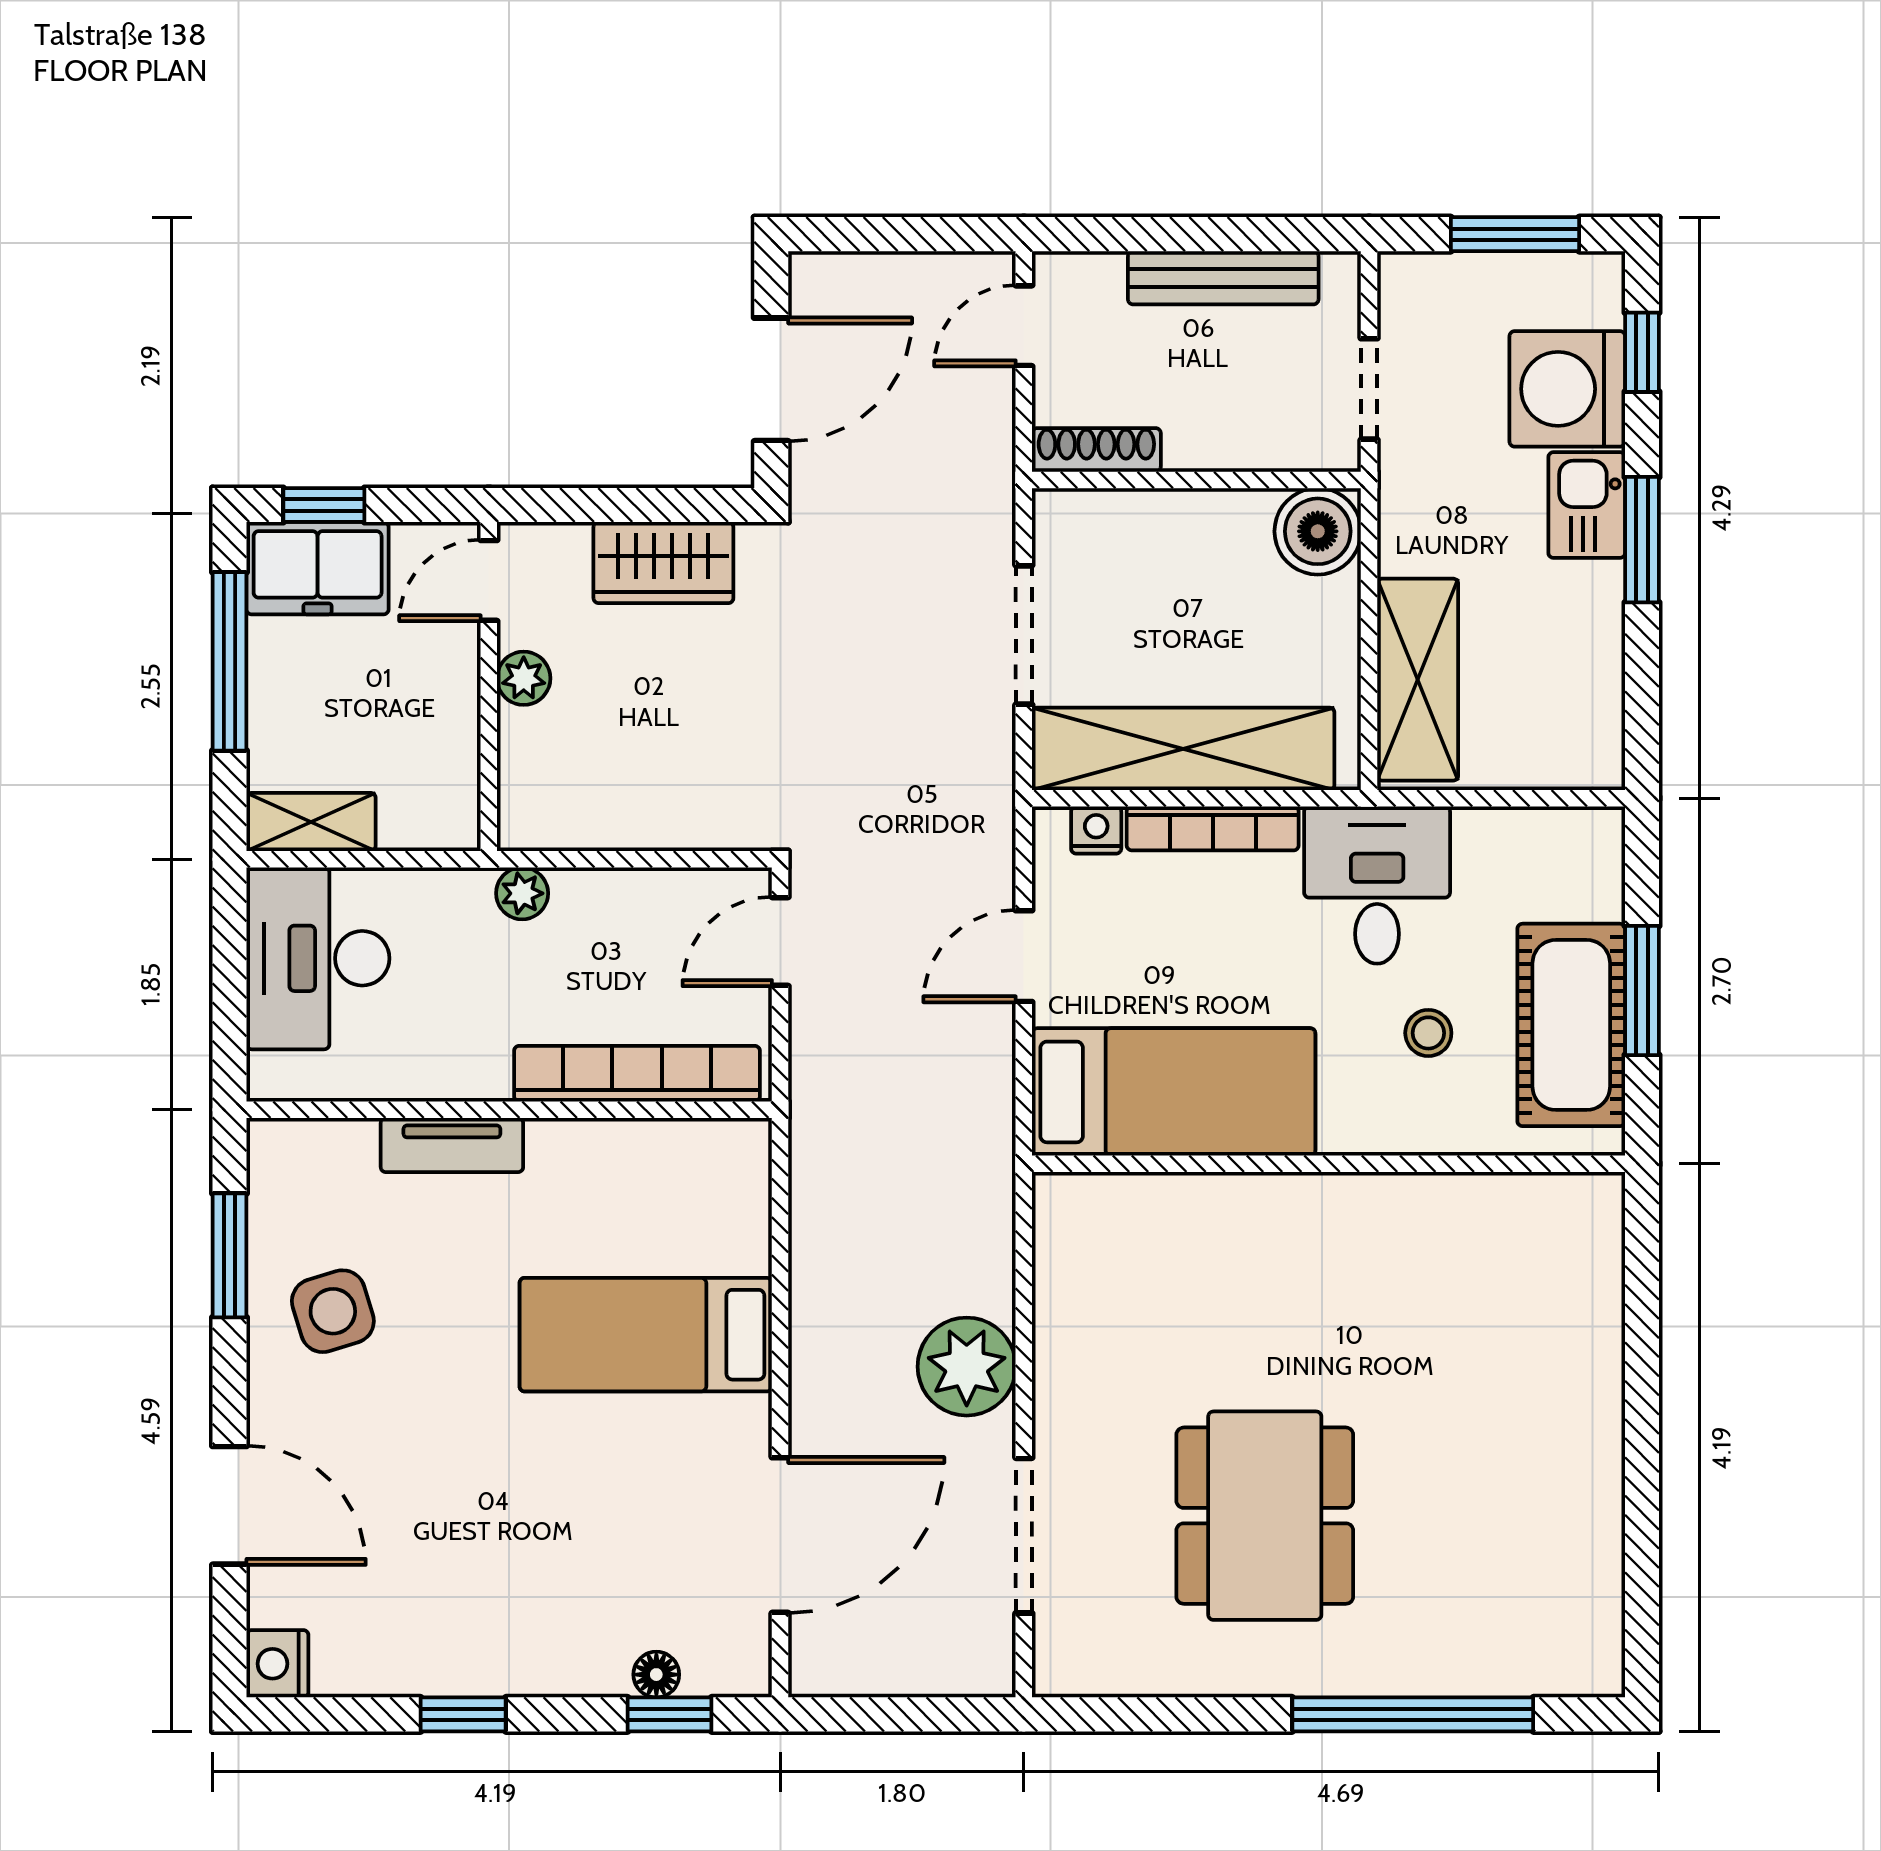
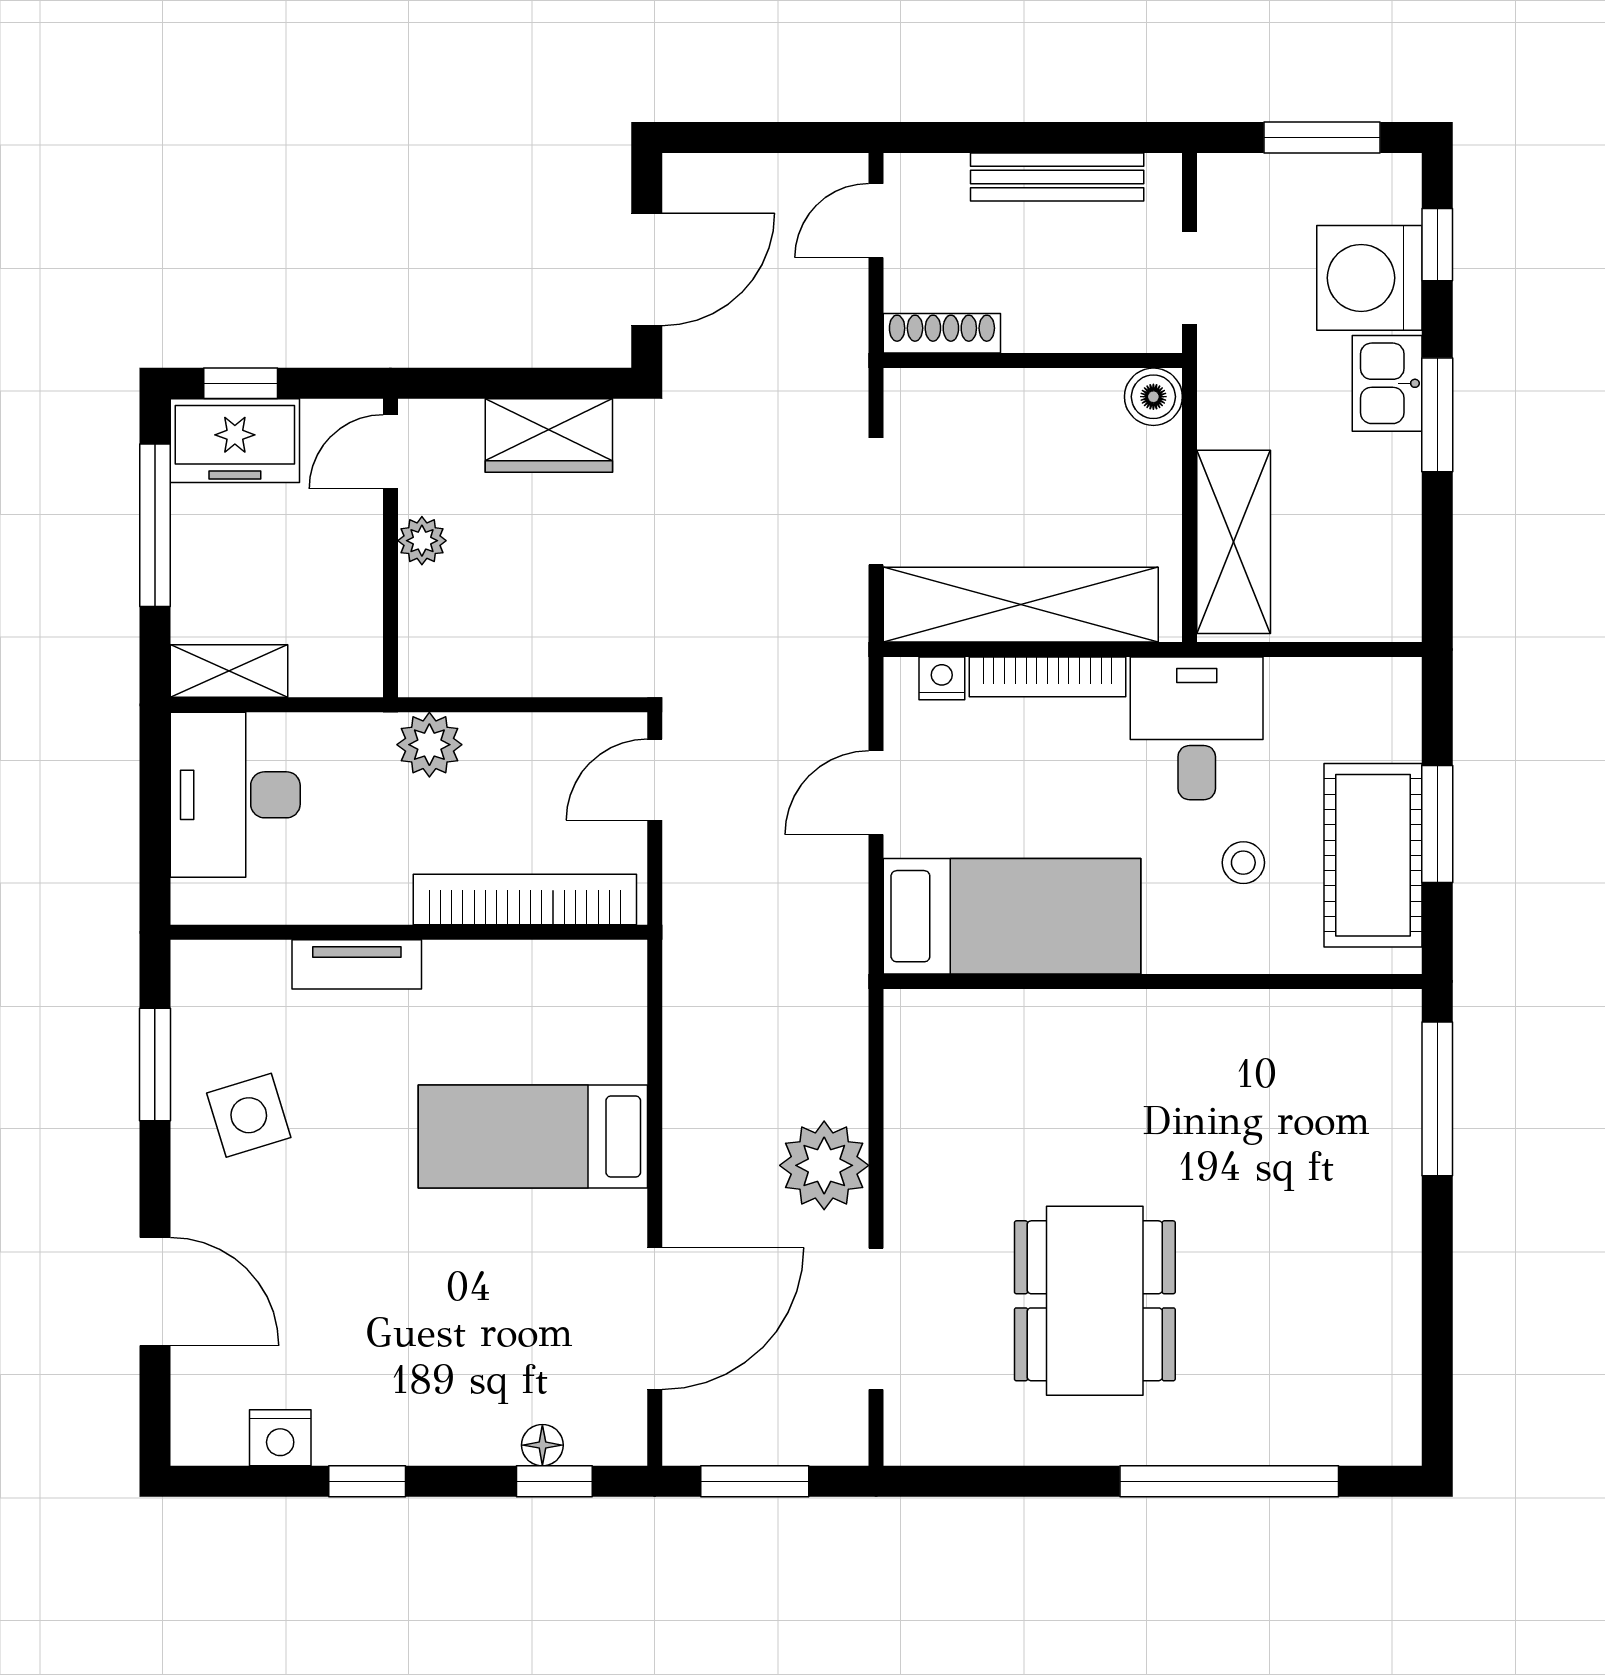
boiler: (1318, 531) -> (1153, 397), width x0.73, depth x0.73
plant: (522, 893) -> (429, 745), width x1.38, depth x1.38
window: (1642, 1293) -> (1437, 1099), added
nightstand: (277, 1664) -> (280, 1438), moved, turned -90
window: (890, 1714) -> (755, 1481), added

